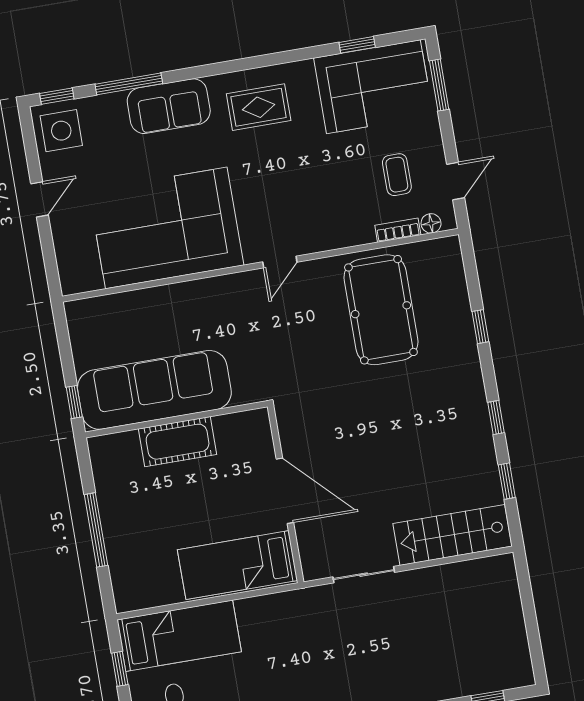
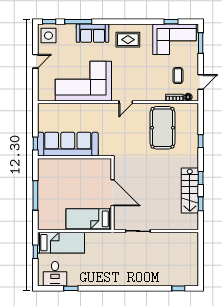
cot: (178, 442) -> (73, 166), removed
stairs: (452, 535) -> (190, 191), moved, turned -90

